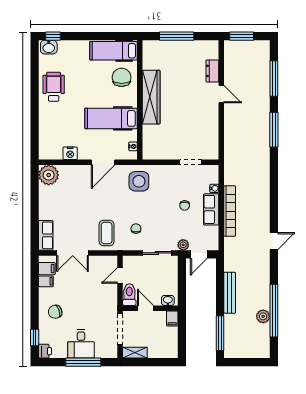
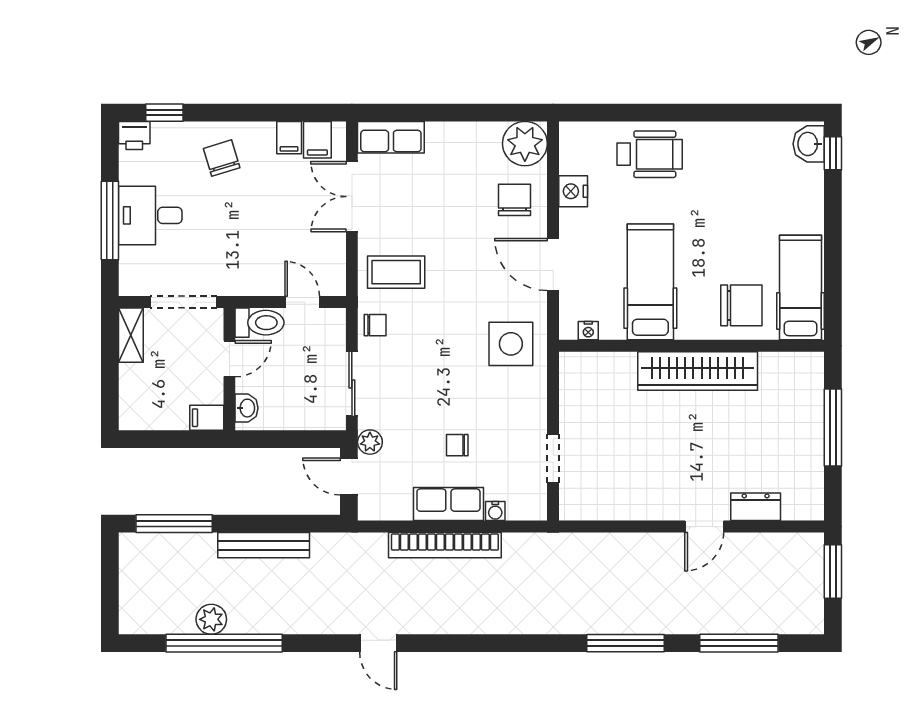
wheelchair: (54, 87) -> (650, 154), moved
chair: (74, 180) -> (514, 200), added
chair: (136, 229) -> (375, 325), moved

